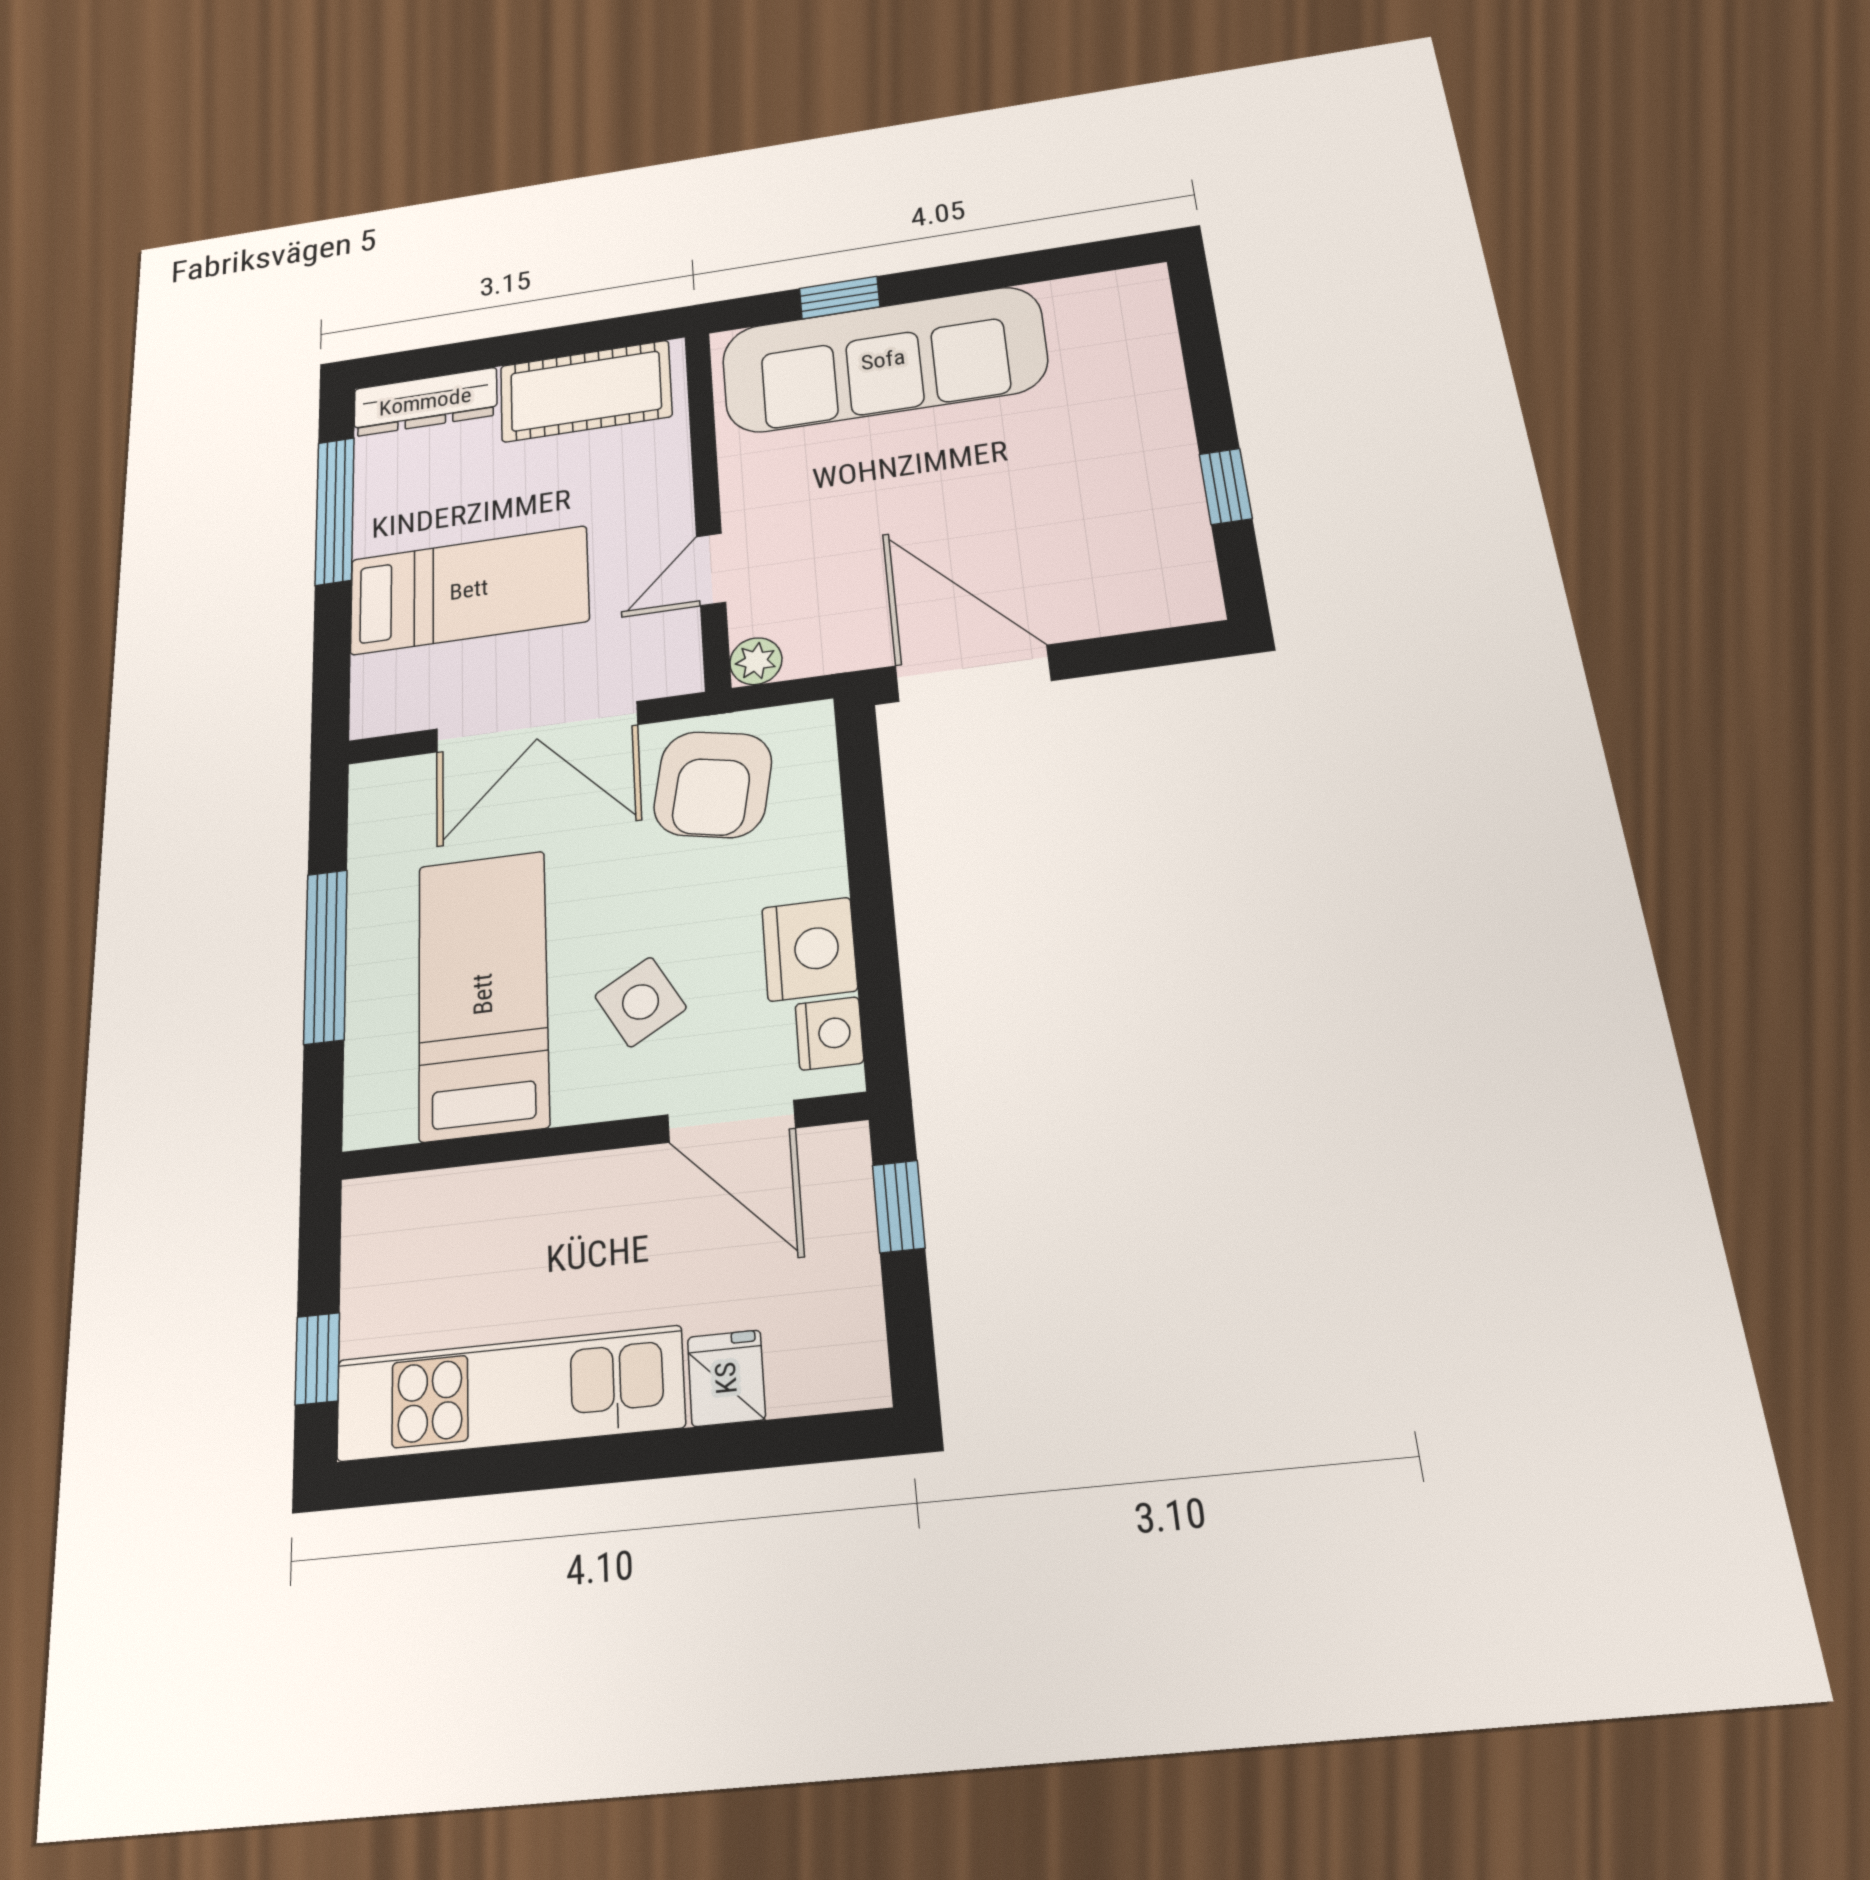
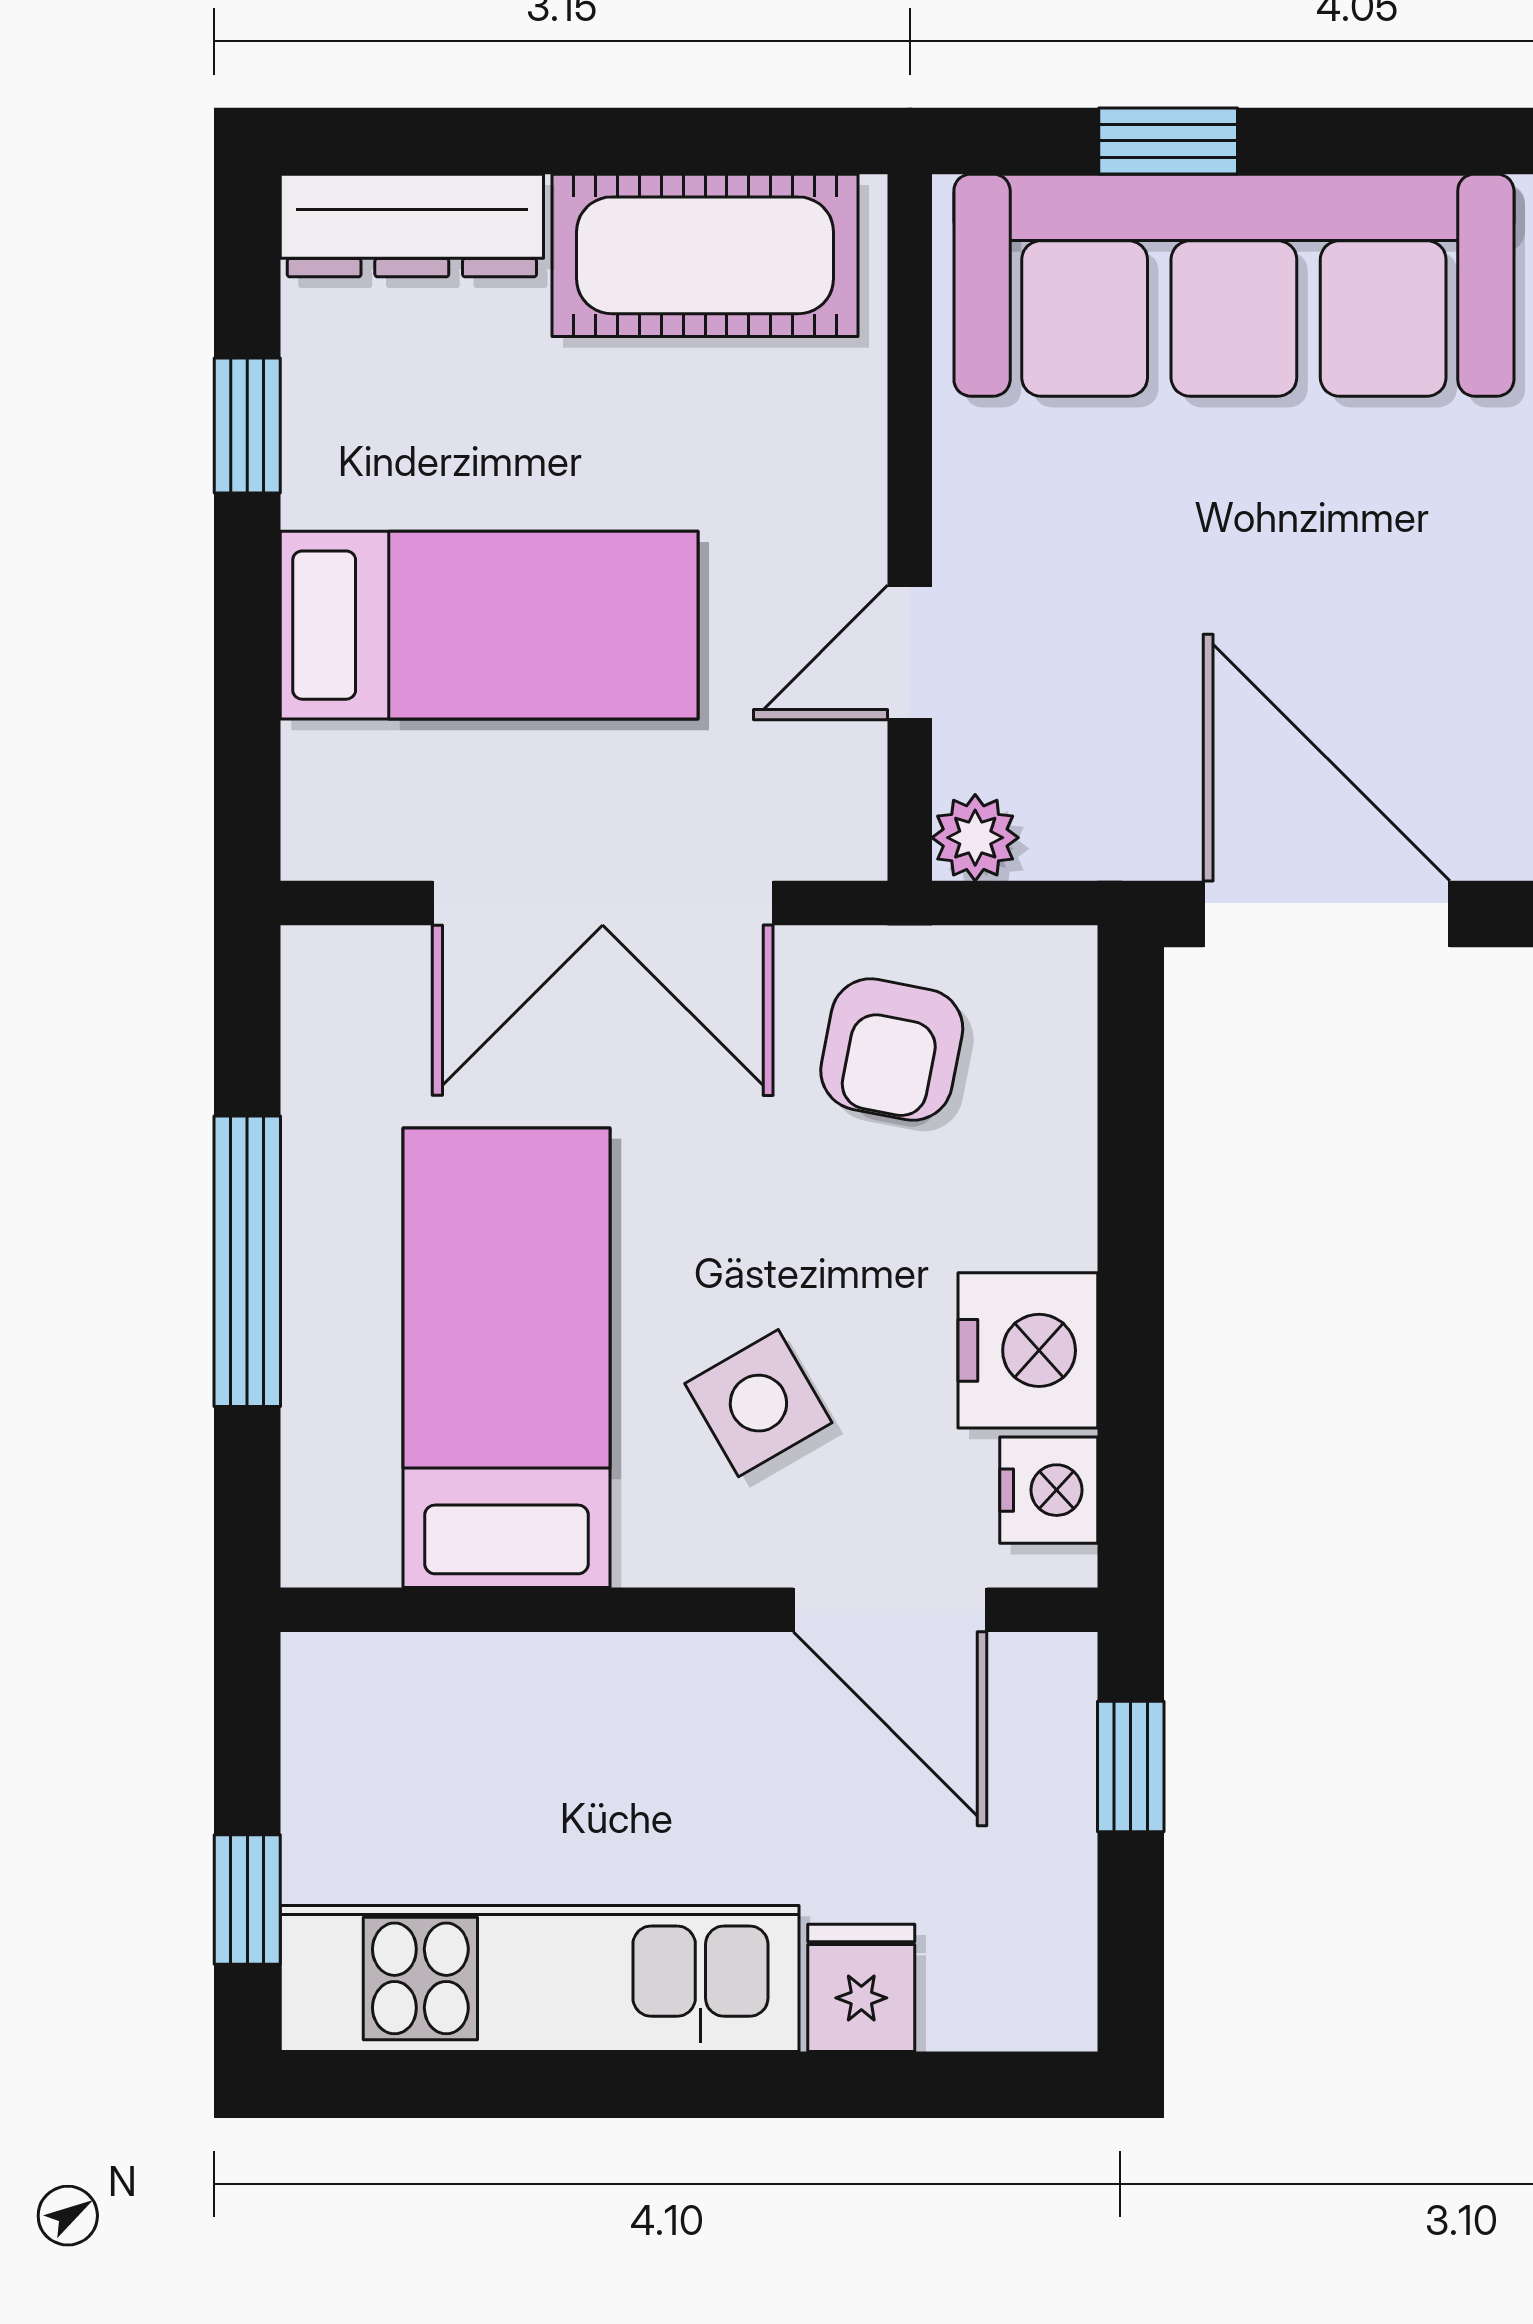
window: (335, 511) -> (247, 425), width x0.46
armchair: (713, 784) -> (892, 1050), width x0.72, depth x0.72

